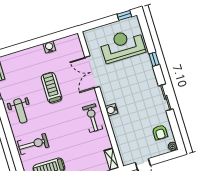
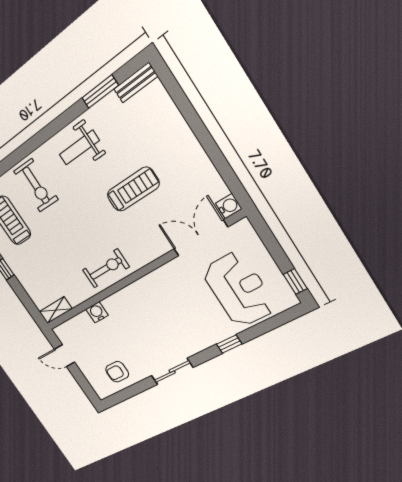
water cooler: (49, 47) -> (229, 206), moved
double door: (92, 72) -> (200, 238), moved
water cooler: (111, 110) -> (97, 312), moved
plant: (172, 146) -> (103, 392), removed

